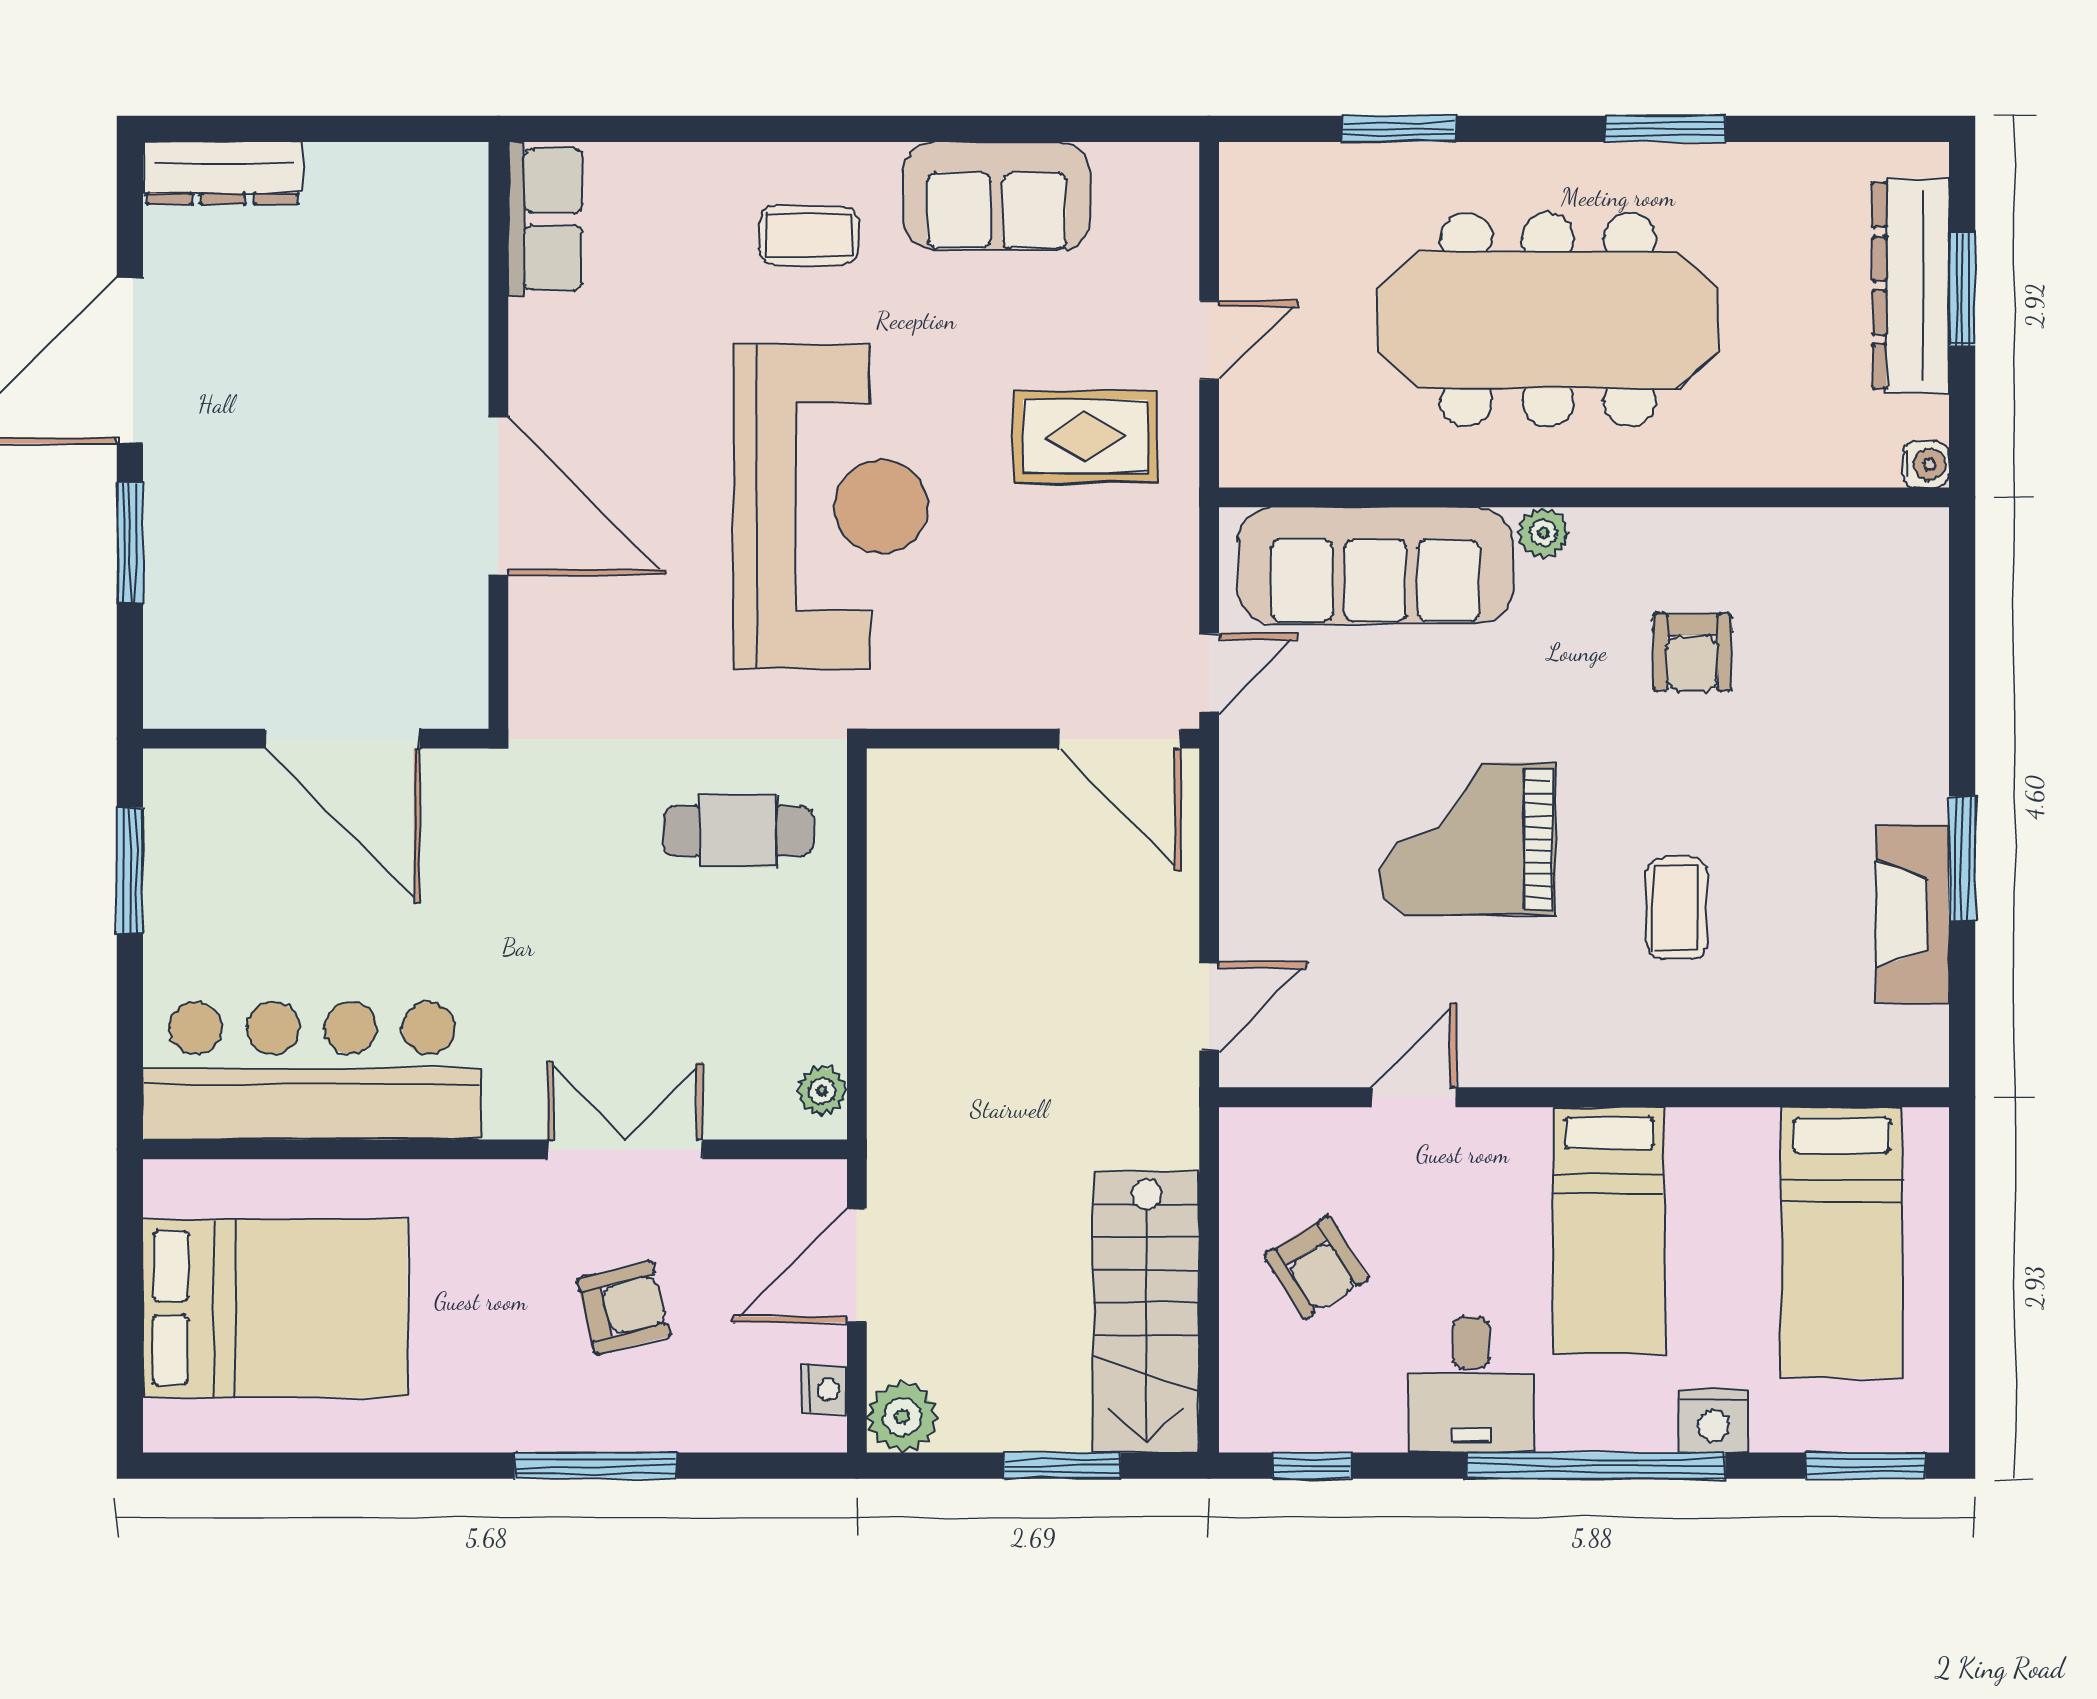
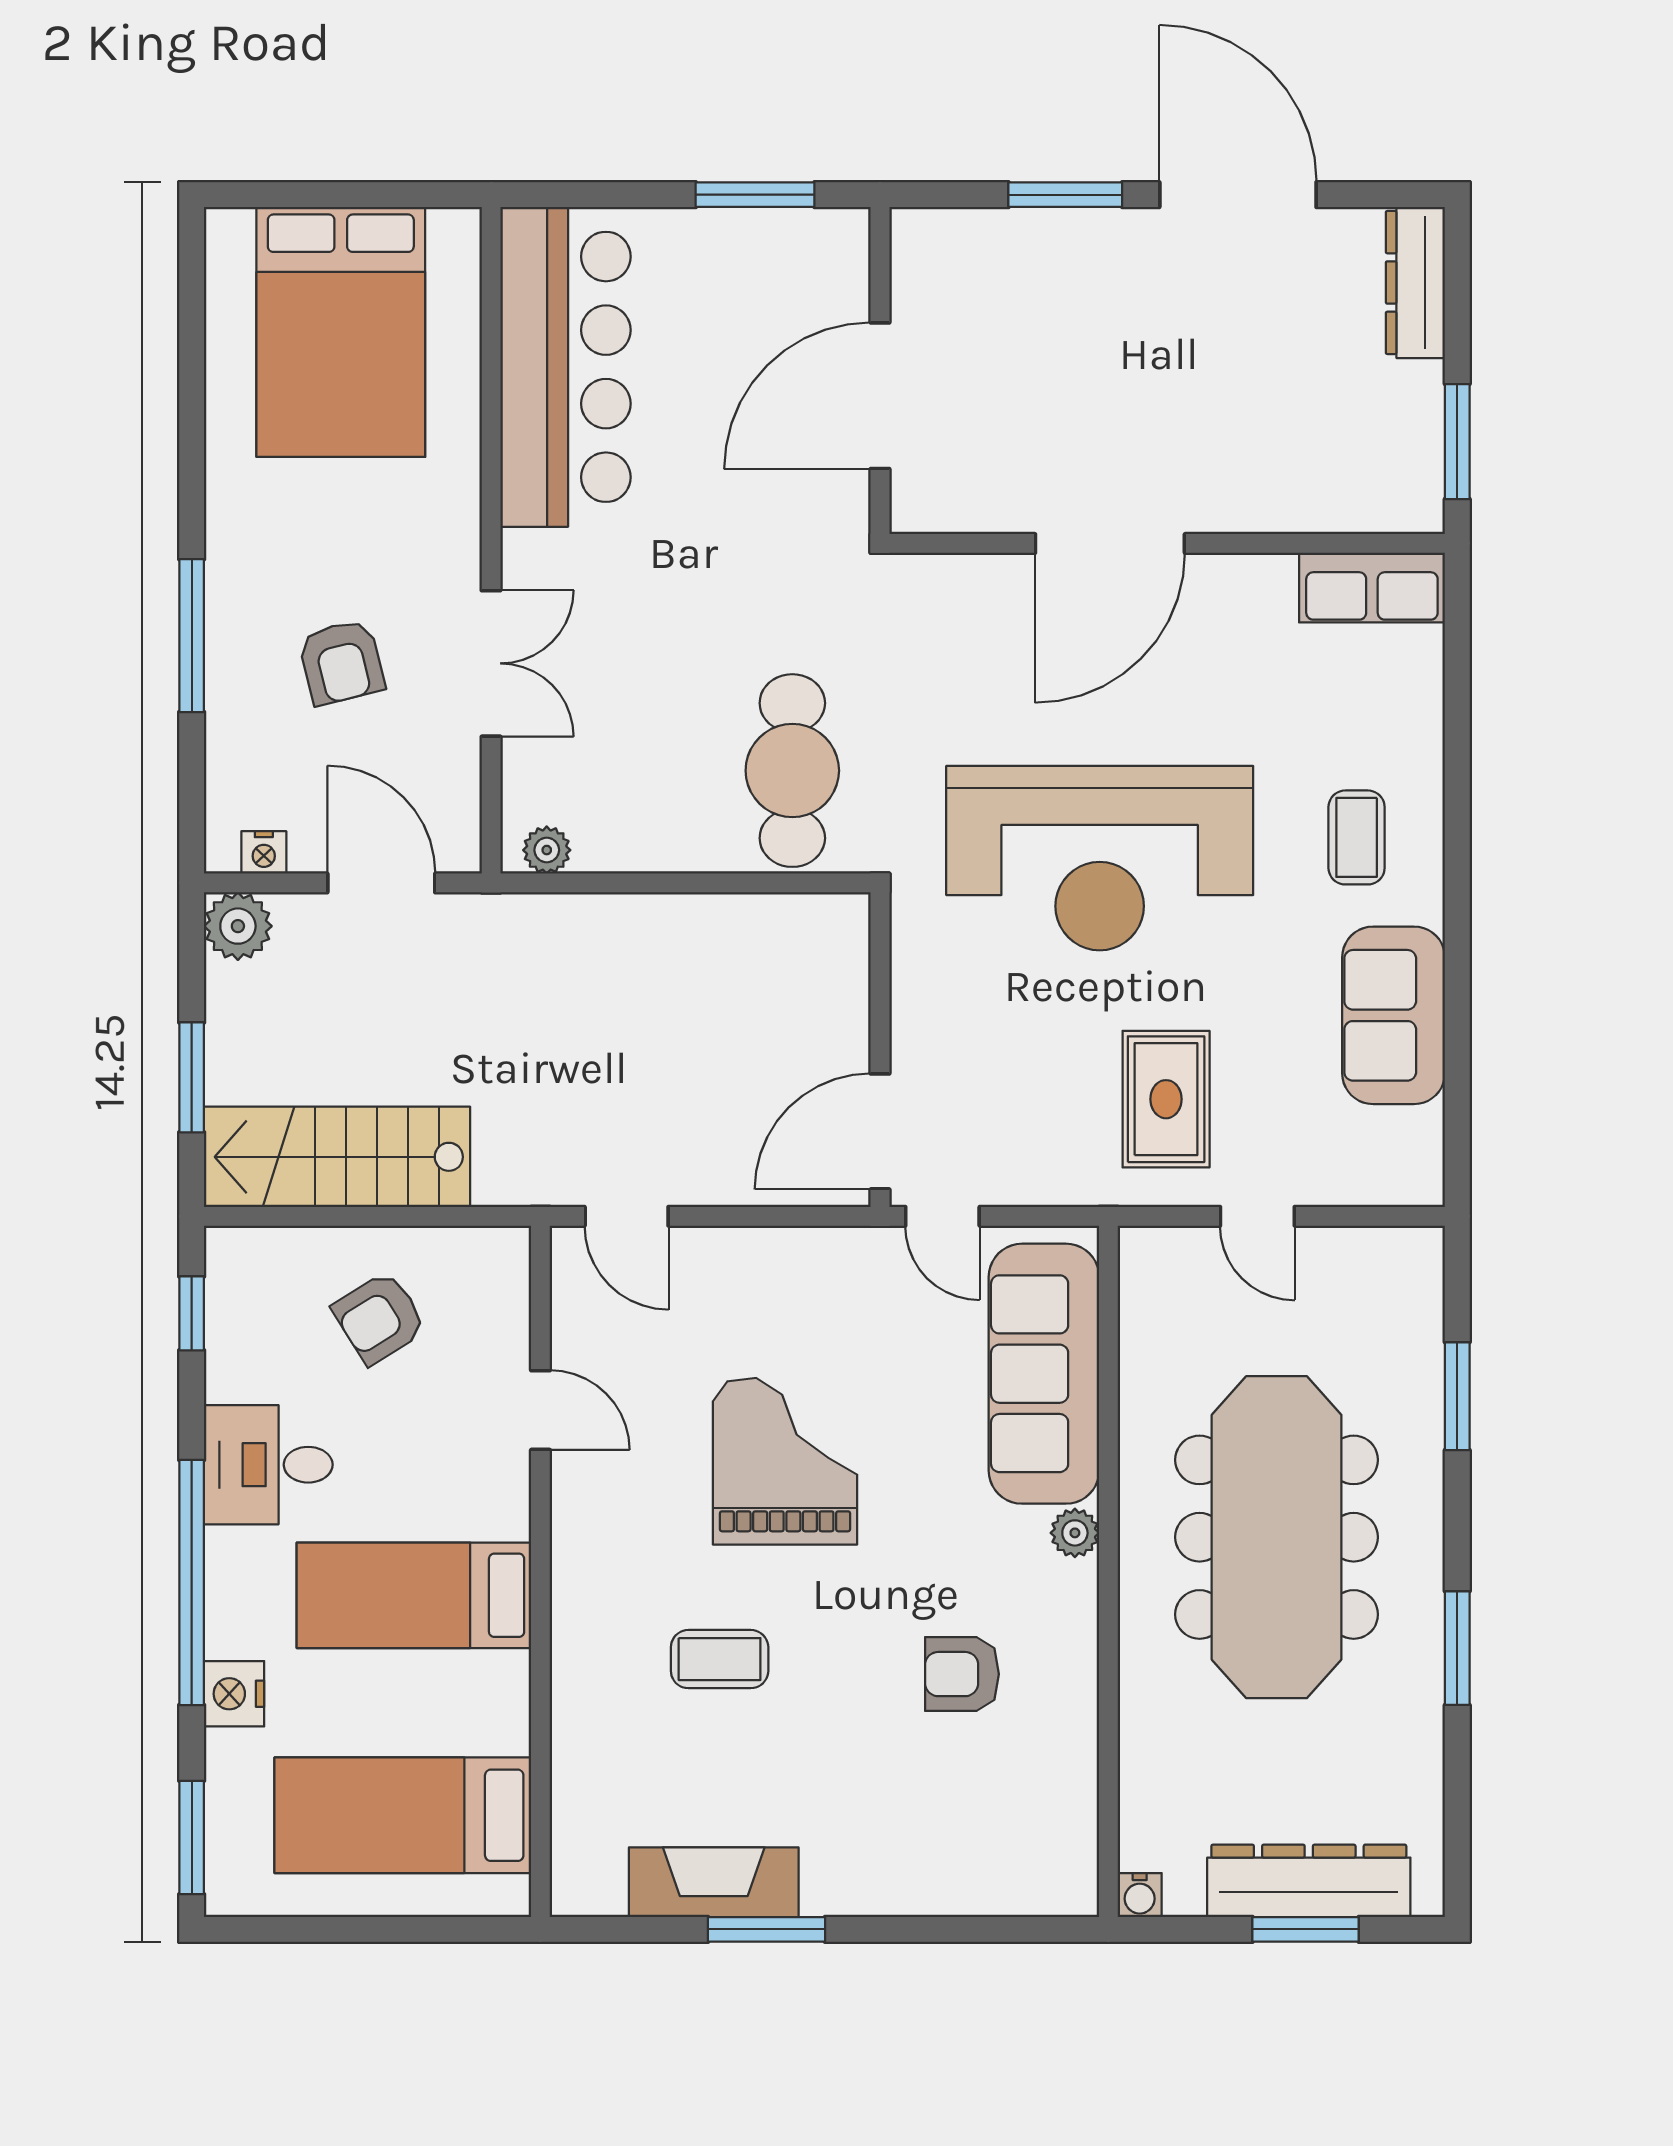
window: (391, 129) -> (1457, 442), added
cafe table: (738, 831) -> (792, 771), width x1.37, depth x1.35

